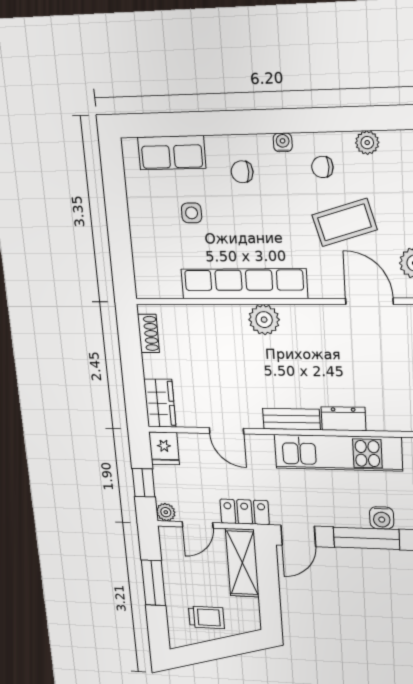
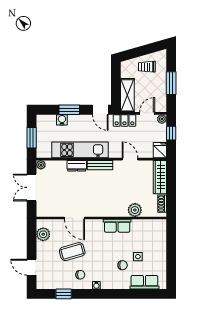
window: (360, 119) -> (64, 294), added
plant: (367, 143) -> (61, 284), removed
chair: (242, 172) -> (123, 265), moved
row of seats: (244, 284) -> (117, 226), width x0.50
door: (369, 301) -> (74, 218), moved
plant: (264, 320) -> (135, 210), moved
wardrobe: (160, 403) -> (160, 177), width x1.50
door: (298, 536) -> (100, 110), swing flipped
window: (366, 538) -> (69, 110), width x0.69

